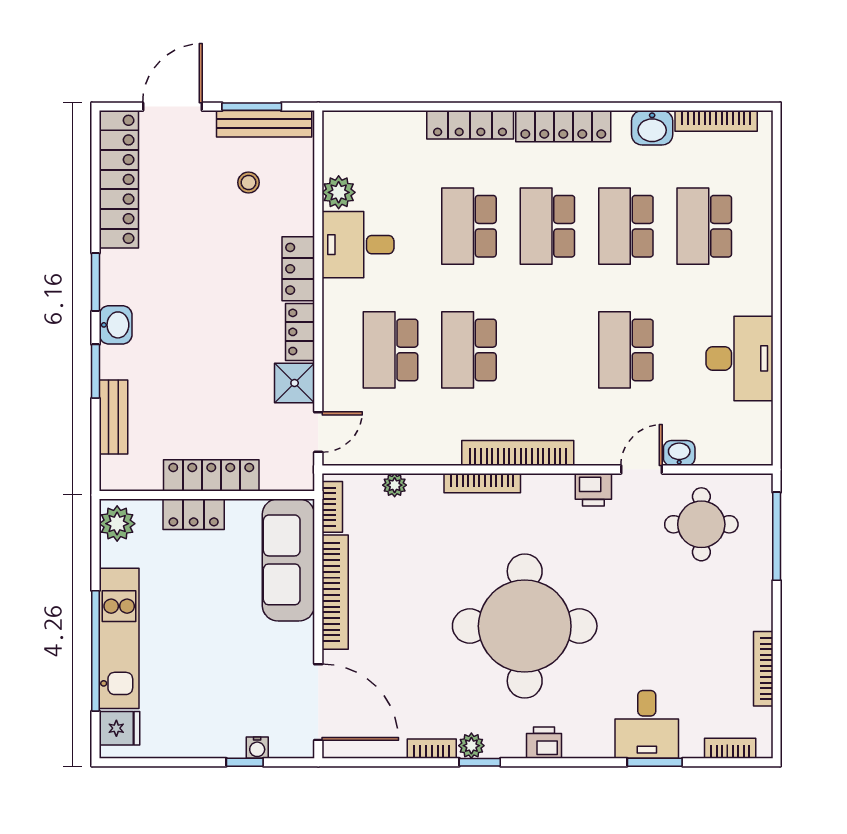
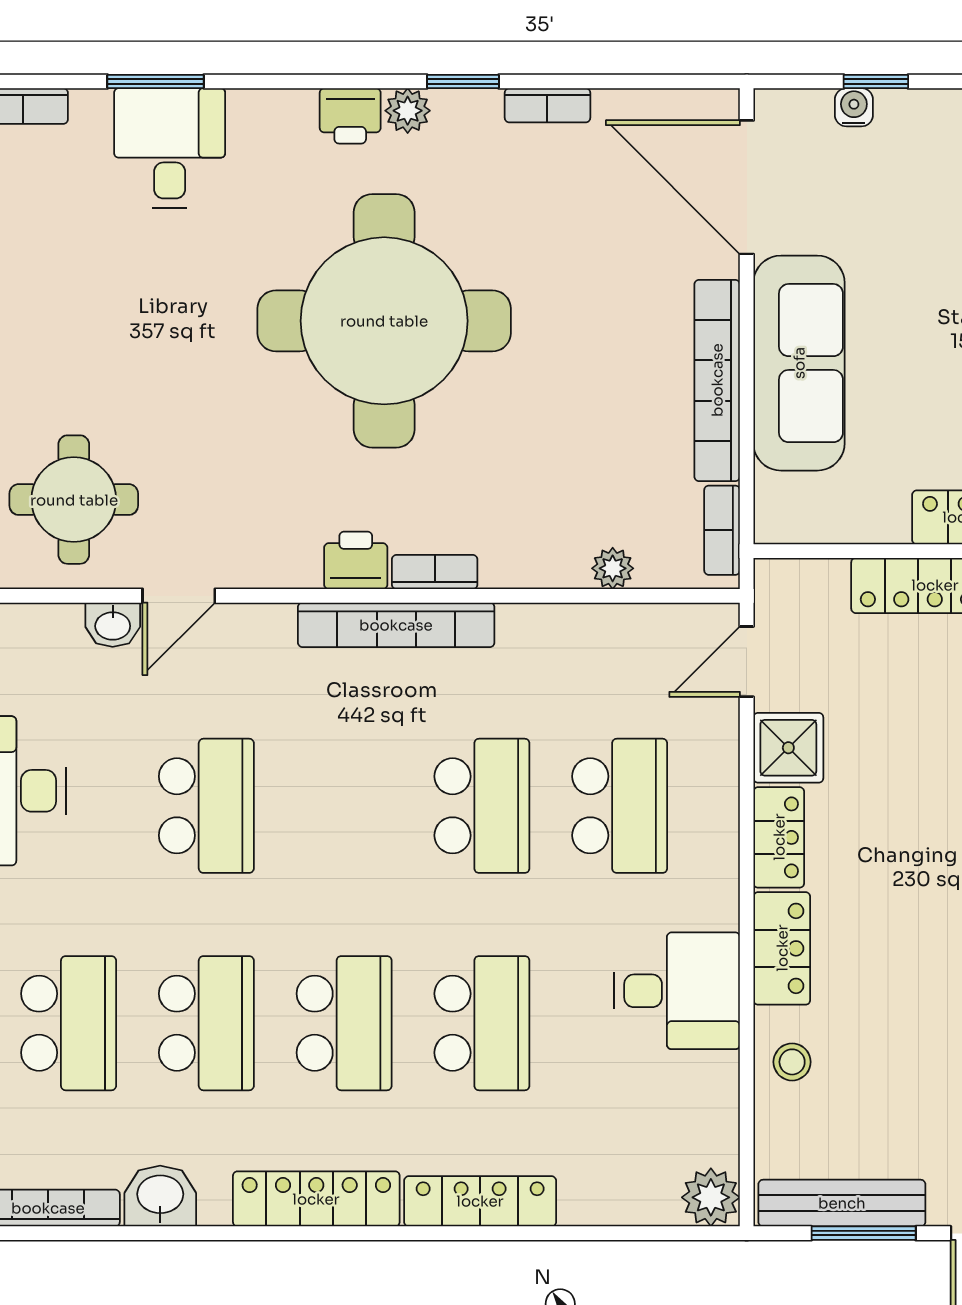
stool: (249, 182) -> (792, 1062), moved
plant: (339, 192) -> (711, 1197), moved
bookcase: (482, 483) -> (435, 572), width x0.64
printer: (593, 490) -> (356, 560), moved
sofa: (288, 560) -> (799, 363), moved
plant: (471, 746) -> (408, 111), moved

